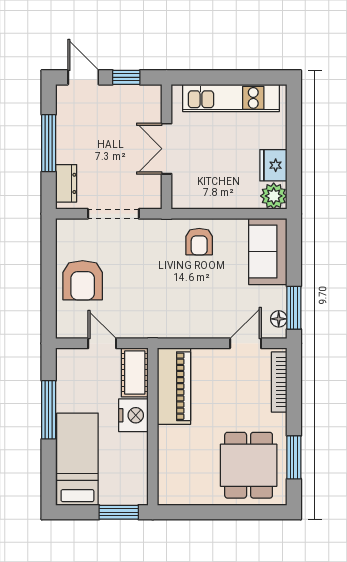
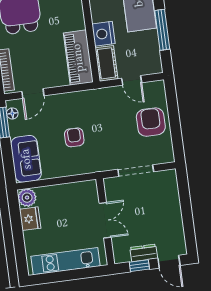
window: (49, 143) -> (187, 213), removed
dresser: (66, 183) -> (144, 253), moved, turned 90
armchair: (199, 242) -> (74, 137), moved

